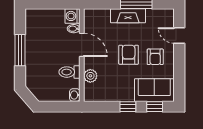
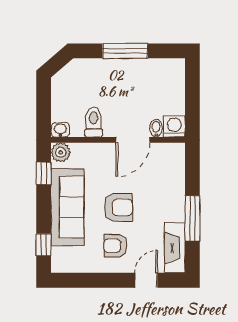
fireplace: (128, 16) -> (175, 248), moved
plant: (90, 76) -> (61, 152), moved
sofa: (154, 90) -> (67, 207), moved, width x1.36
window: (128, 107) -> (44, 173), moved

